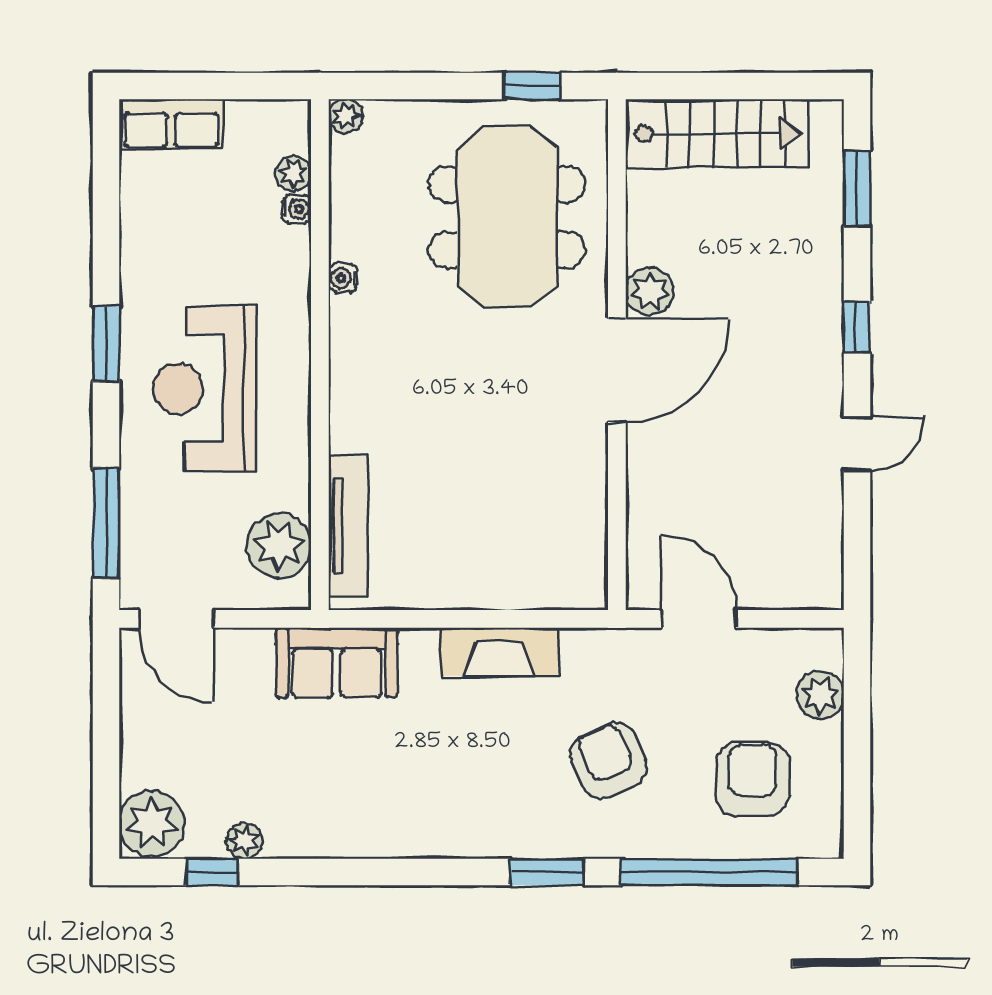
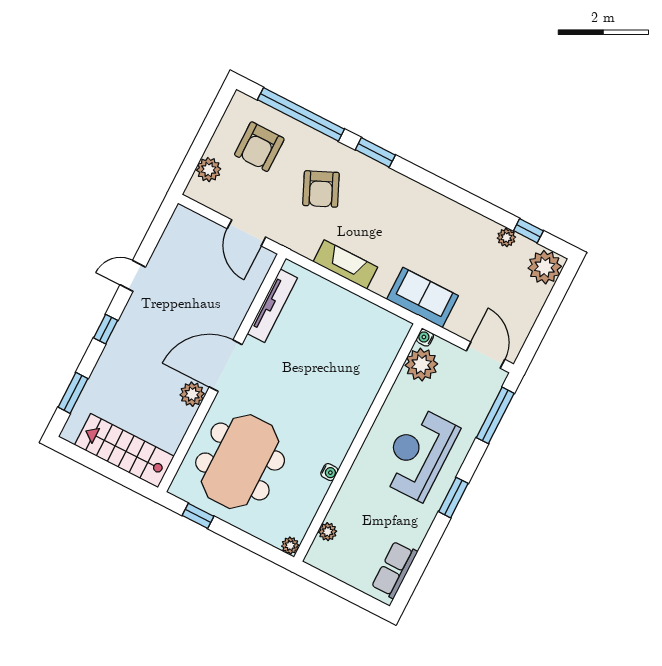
row of seats: (171, 124) -> (394, 570), moved, turned -90
water cooler: (297, 209) -> (425, 338), moved
reception desk: (205, 389) -> (418, 454), turned 180
tv unit: (348, 526) -> (272, 306), moved, turned 180

